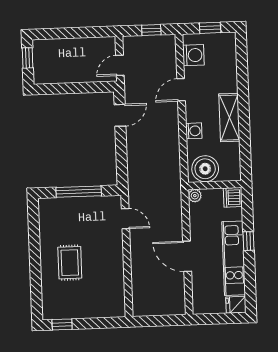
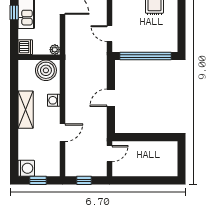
washing machine: (193, 55) -> (26, 168), moved, turned 180
window: (28, 58) -> (182, 162), removed
door: (120, 115) -> (111, 98), moved
window: (79, 192) -> (145, 56), width x1.46

